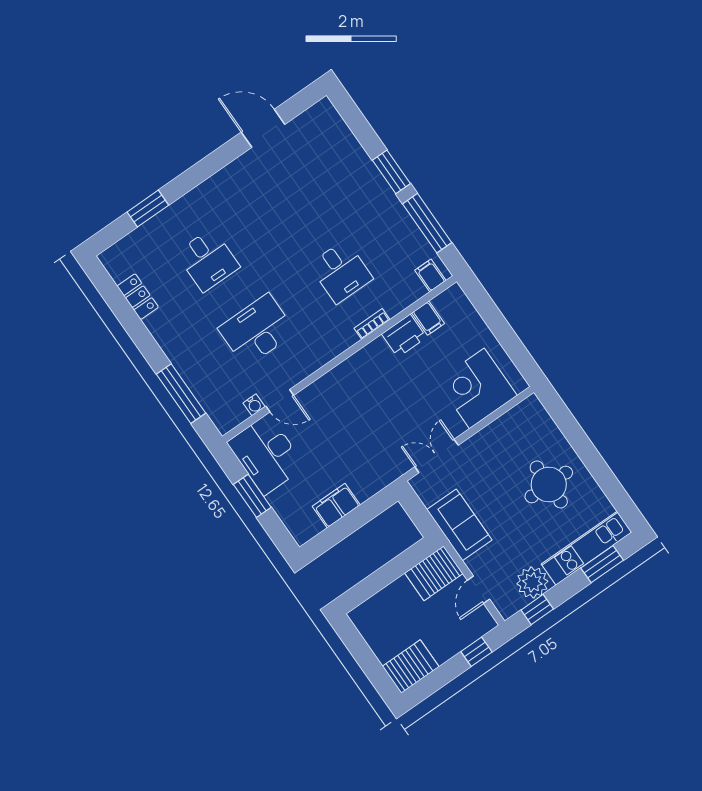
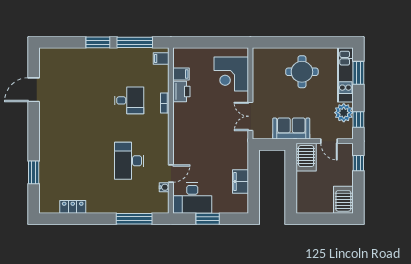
desk: (208, 260) -> (79, 161), removed

